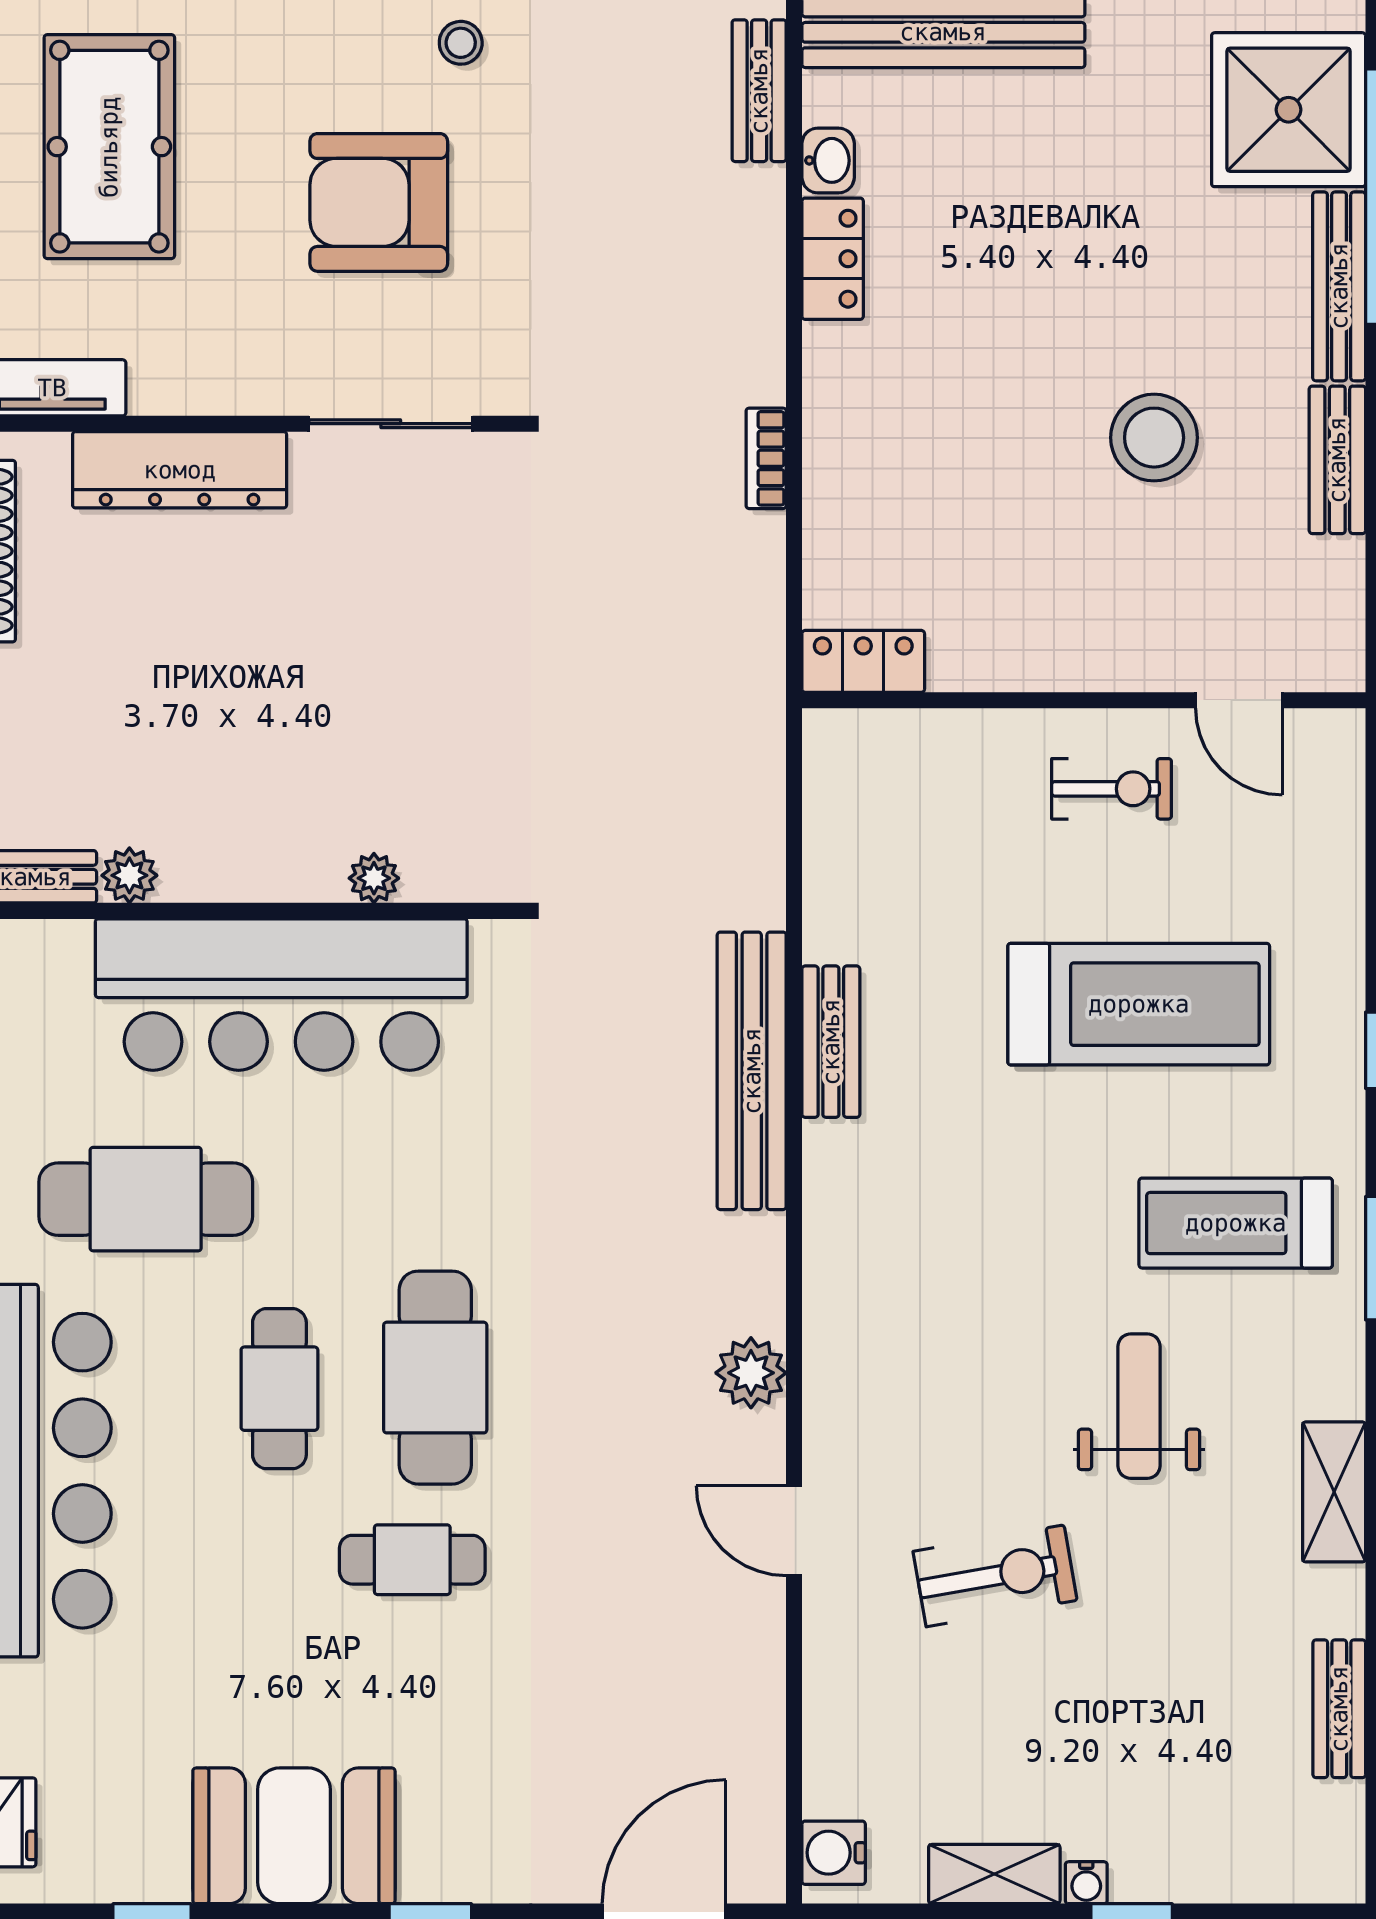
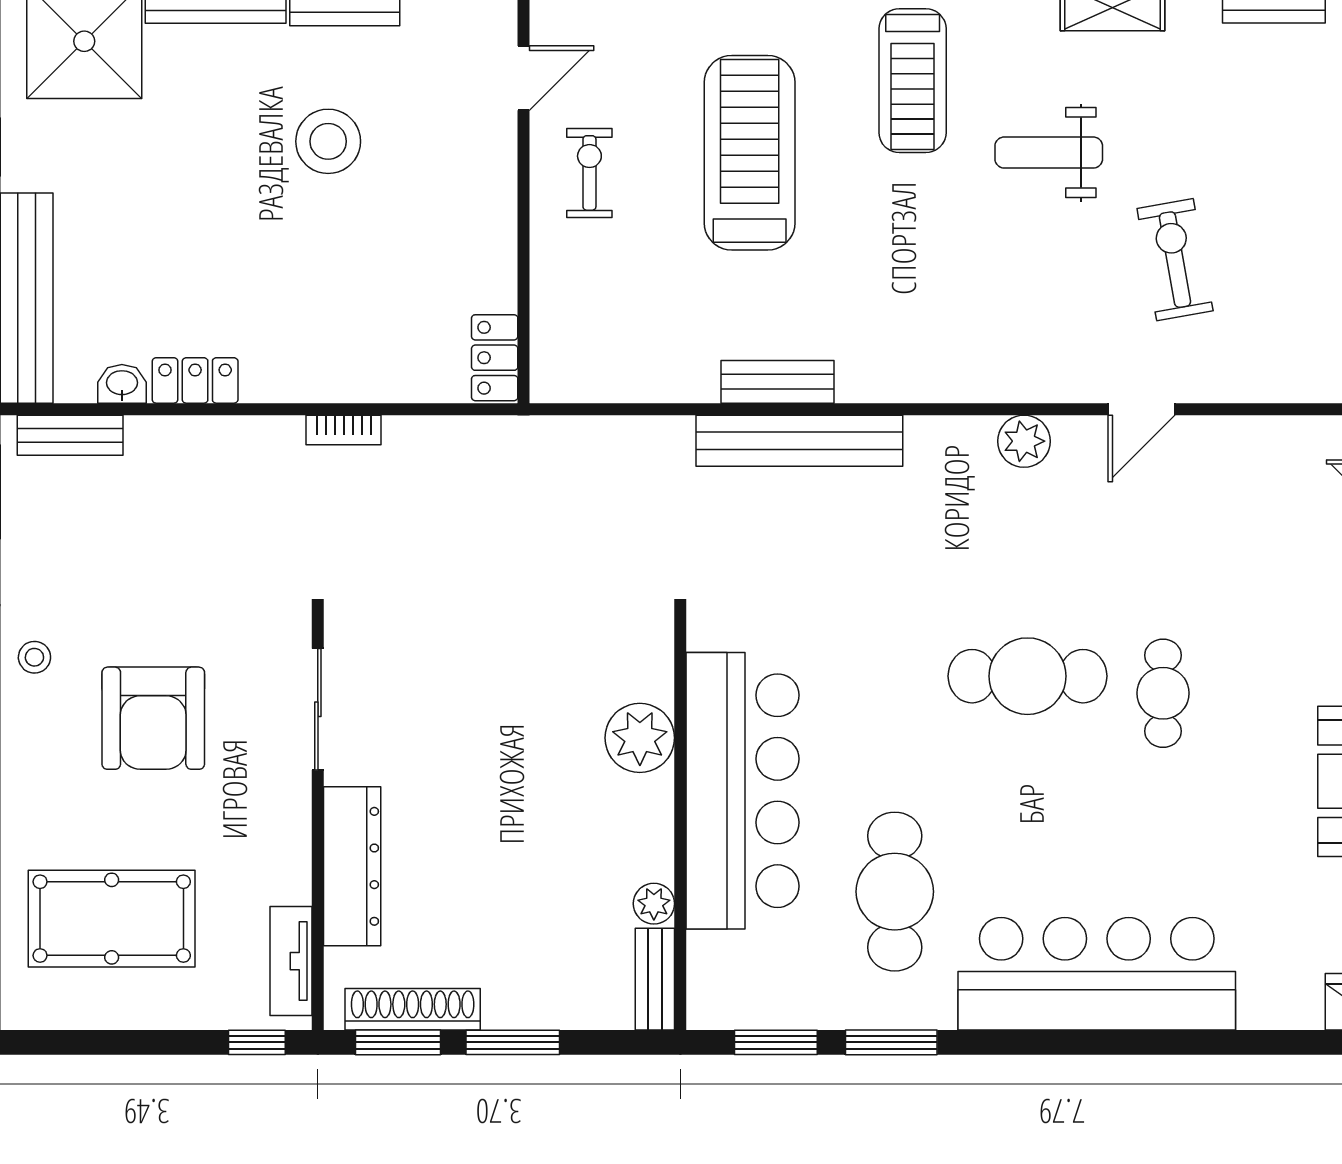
plant: (374, 878) -> (640, 738), width x1.88, depth x1.88
cafe table: (279, 1389) -> (1036, 792), removed

